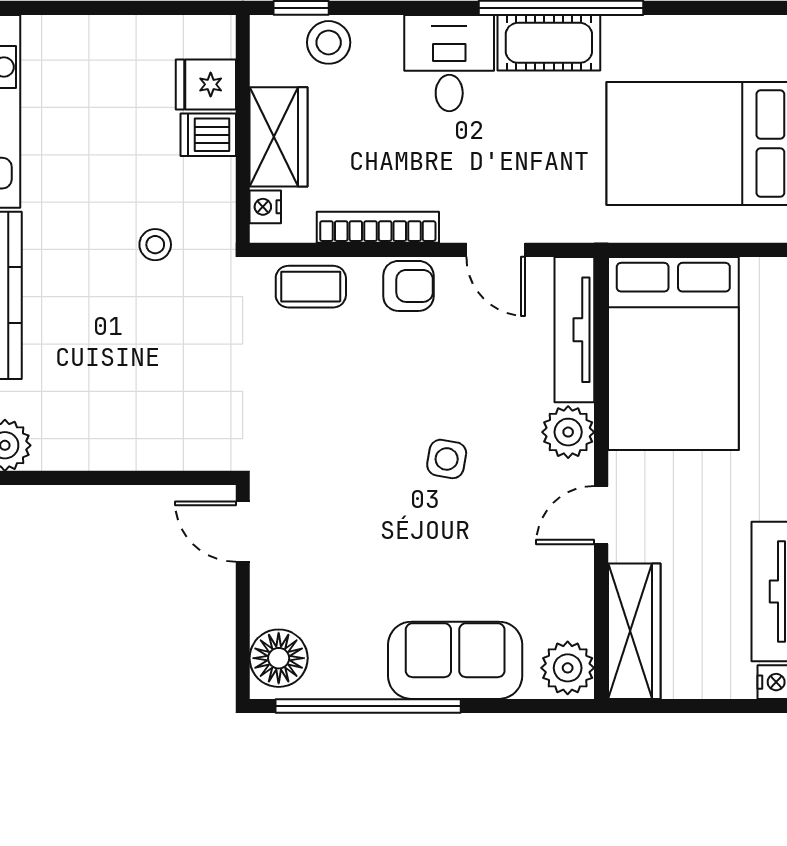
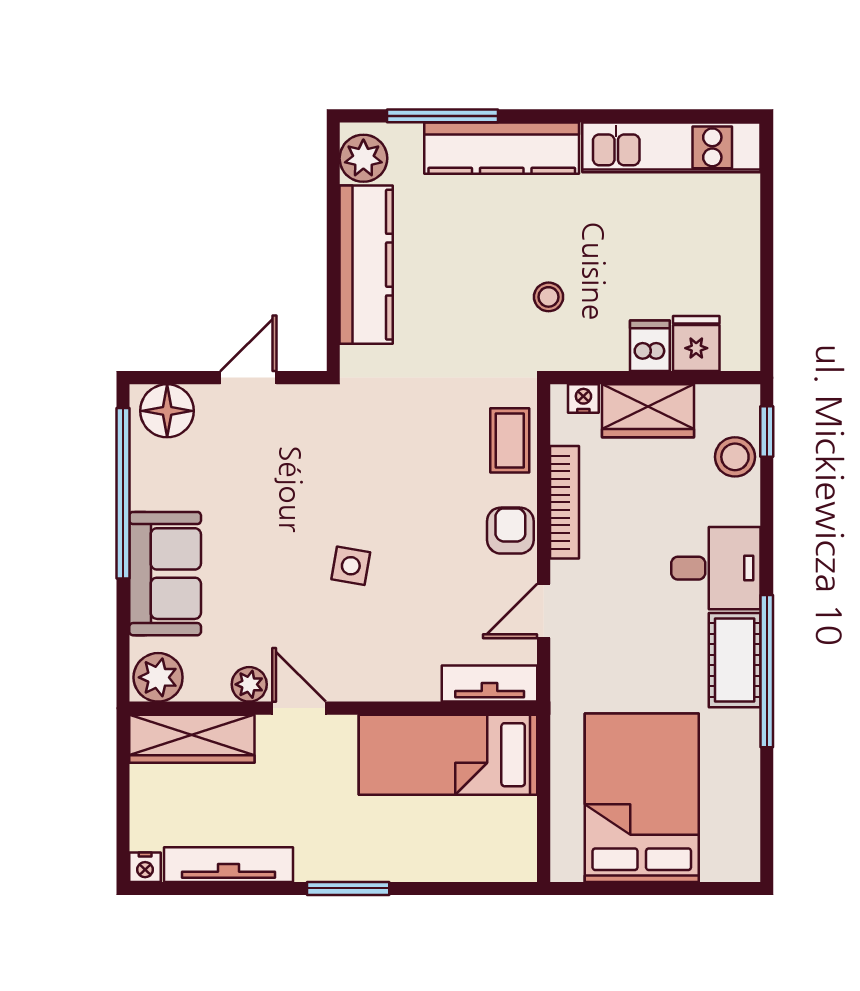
armchair: (408, 286) -> (510, 531), turned 180
tv unit: (574, 330) -> (490, 684), width x0.71
bed: (673, 354) -> (448, 755), width x0.67
plant: (568, 432) -> (249, 684), moved, width x0.73, depth x0.73
kitchen counter: (120, 442) -> (366, 265), added
door: (243, 532) -> (248, 378), moved

